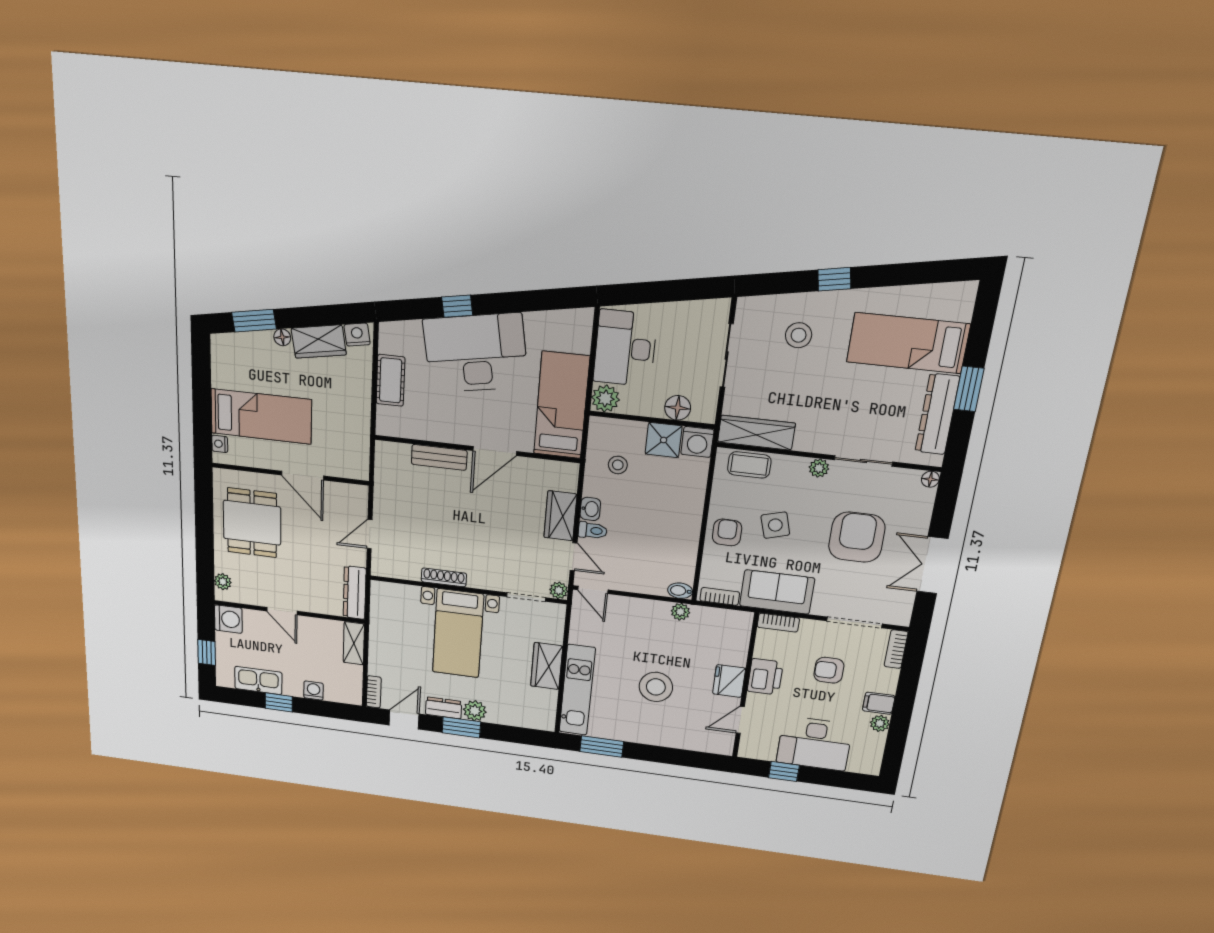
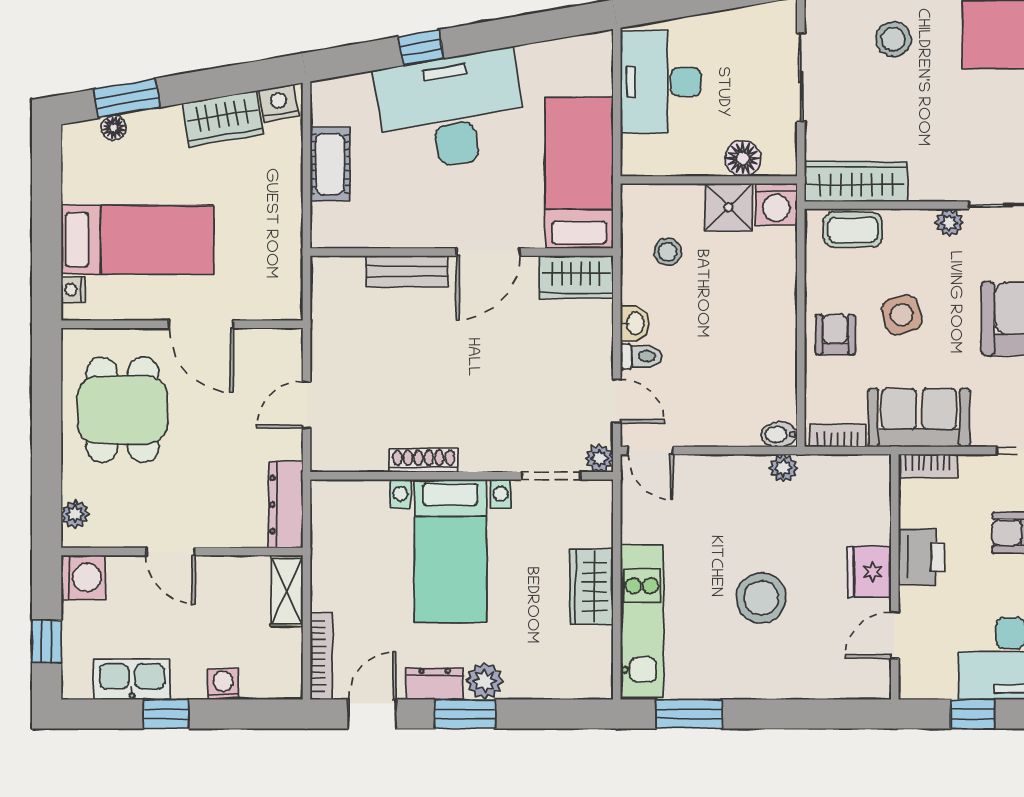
floor lamp: (282, 337) -> (114, 128), moved
plant: (605, 398) -> (640, 156), removed
wardrobe: (560, 516) -> (576, 277), moved, turned -90
bookcase: (374, 692) -> (321, 656), width x1.56

